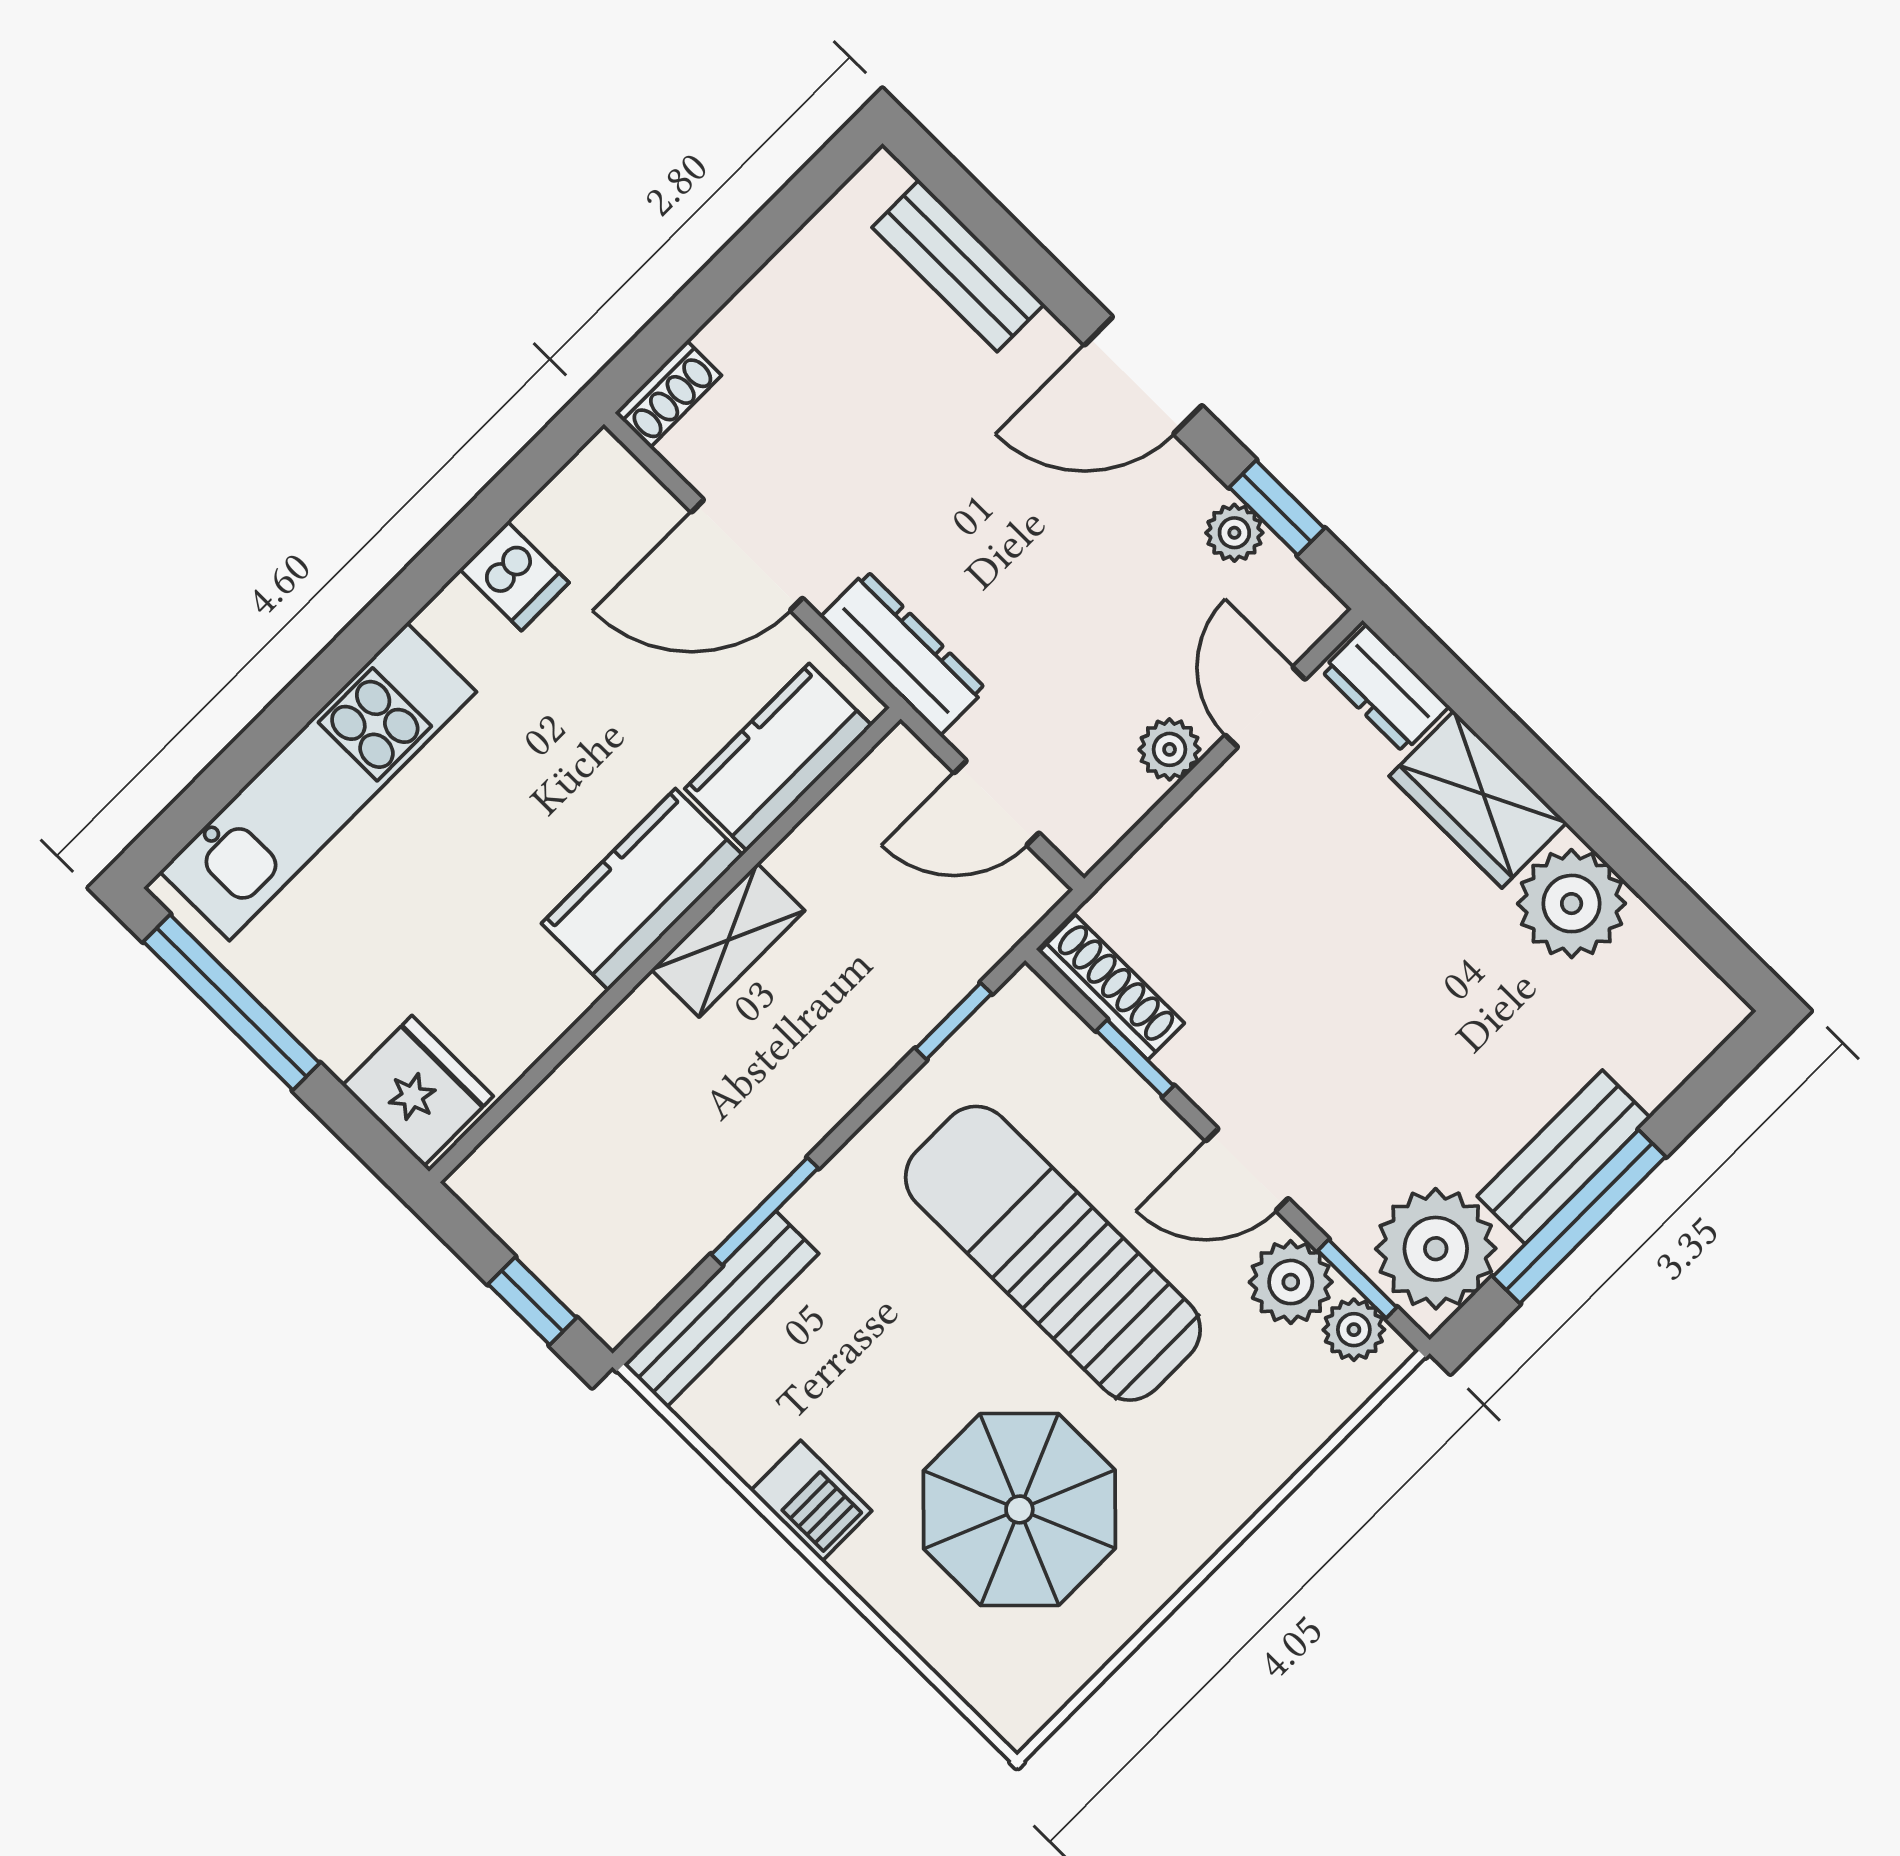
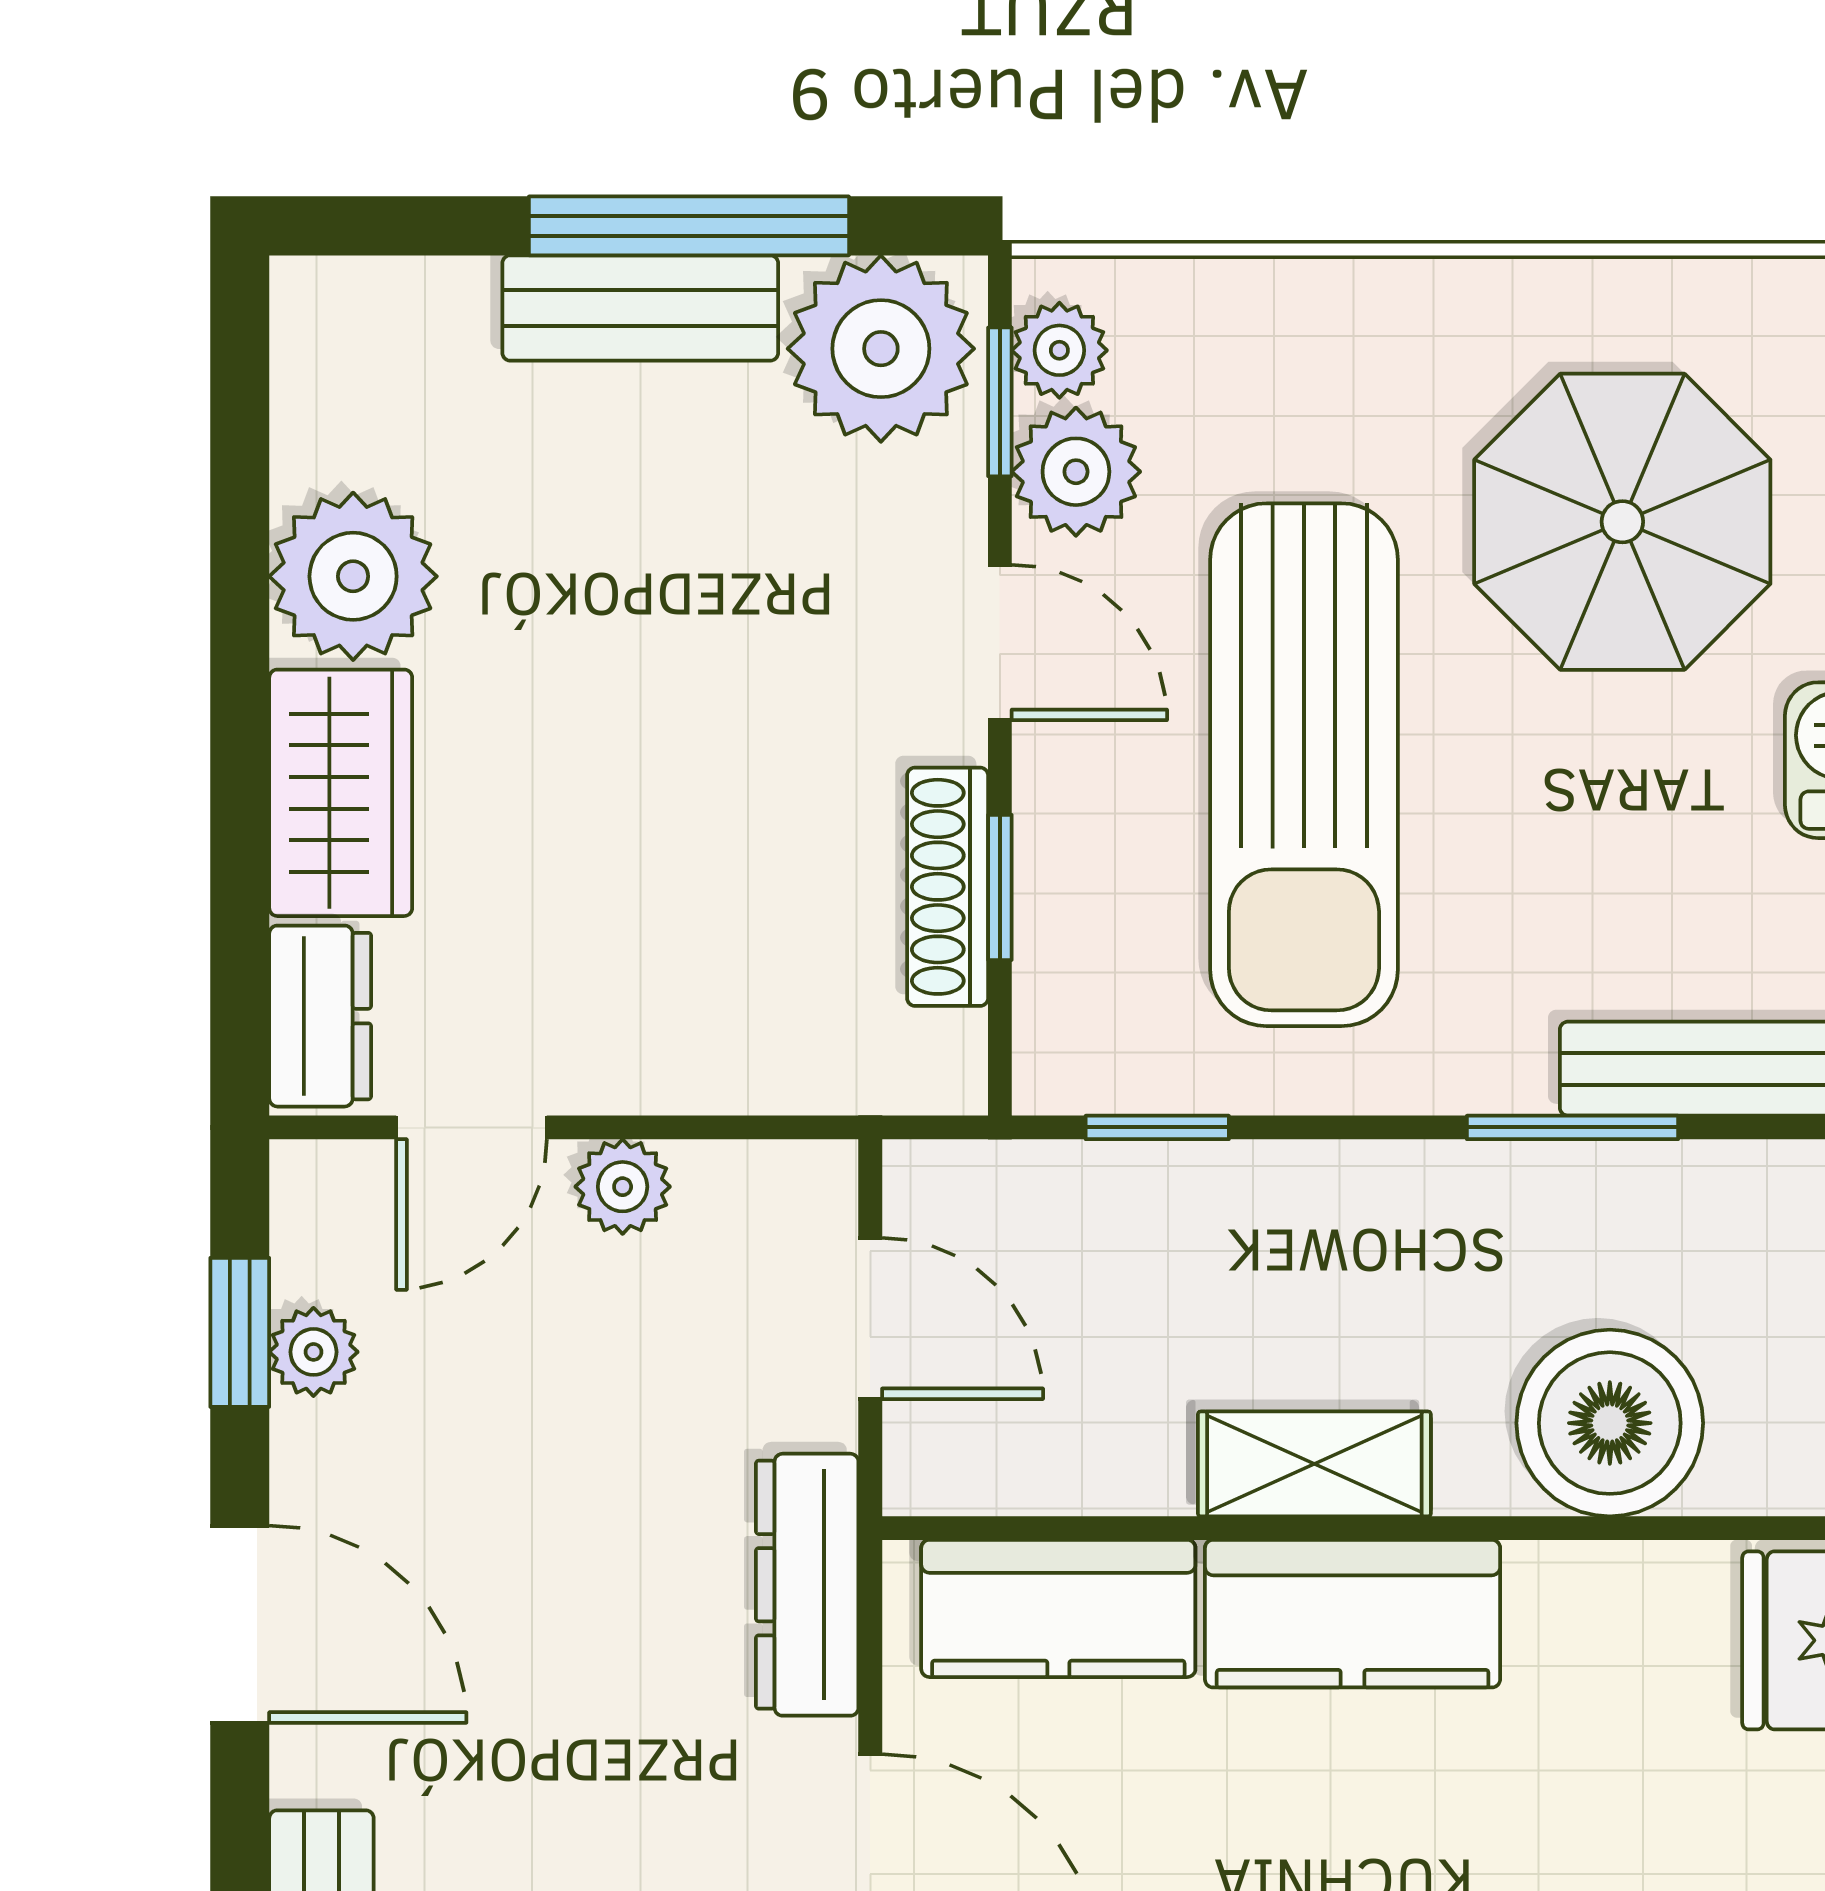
shoe rack: (1112, 987) -> (948, 887), moved
boiler: (612, 1094) -> (1610, 1423), added

